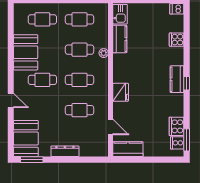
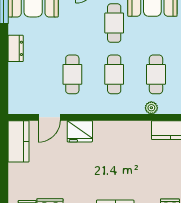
fridge: (121, 92) -> (80, 131), moved
dresser: (65, 151) -> (16, 48), width x0.70

